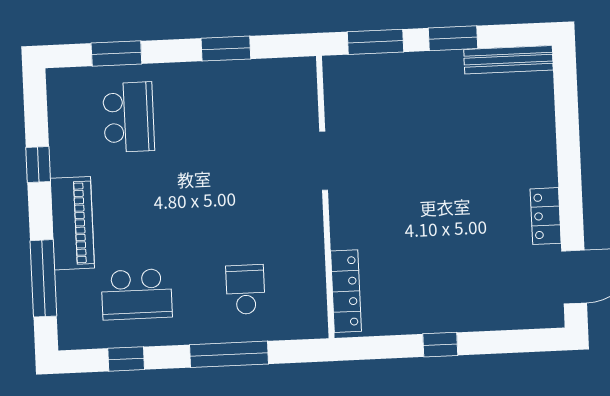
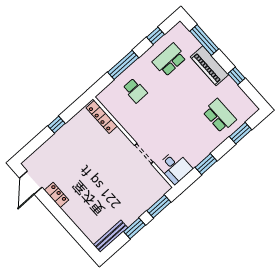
desk: (288, 90) -> (175, 167), added
school desk: (129, 117) -> (220, 116), turned 180

